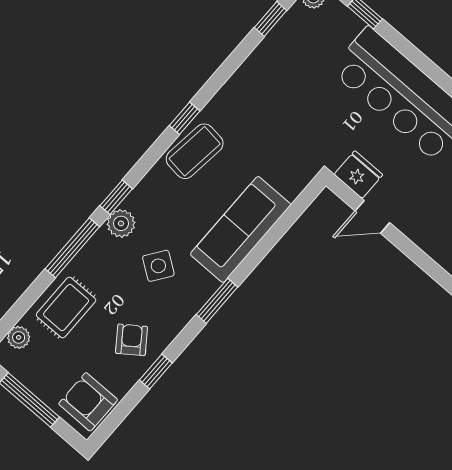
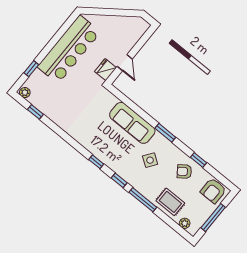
window: (185, 118) -> (96, 162), moved
coffee table: (195, 151) -> (97, 145), removed
plant: (121, 223) -> (131, 178), removed

